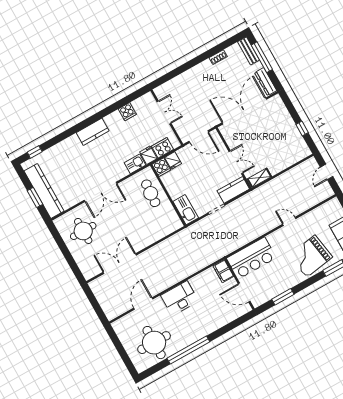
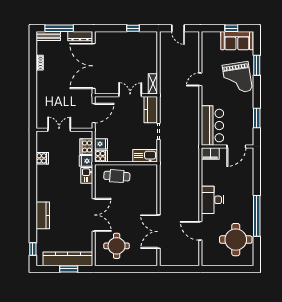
kitchen counter: (93, 132) -> (43, 215), moved

